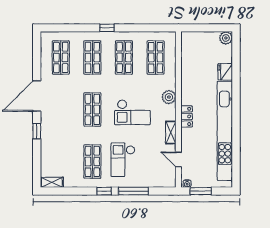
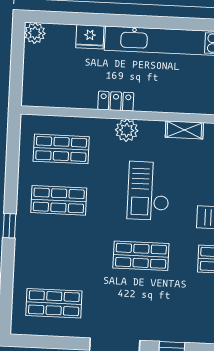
shop shelf: (92, 57) -> (56, 252), removed
checkout: (132, 112) -> (149, 191), turned 180
locker: (187, 116) -> (116, 101), moved

